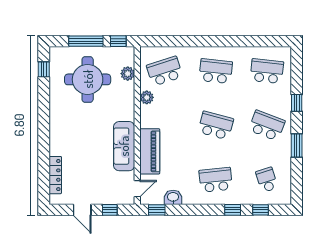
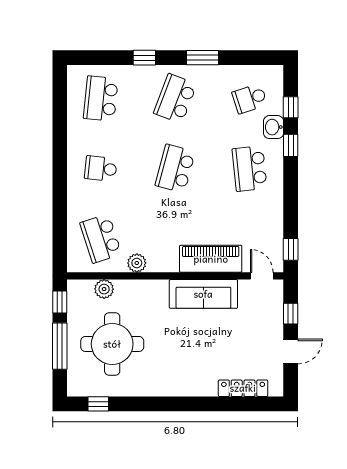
school desk: (216, 71) -> (101, 169), width x0.54
washbasin: (173, 197) -> (274, 127), moved

